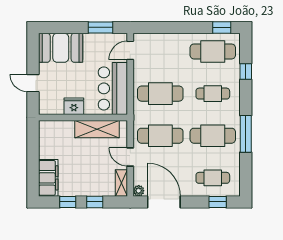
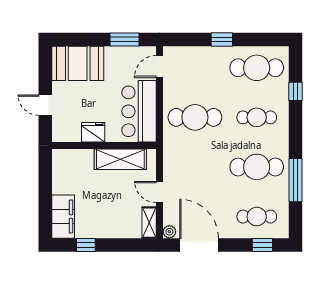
window: (222, 27) -> (222, 39), moved
window: (246, 134) -> (295, 180), moved
cafe table: (160, 136) -> (195, 167), removed
window: (95, 202) -> (118, 245), removed

